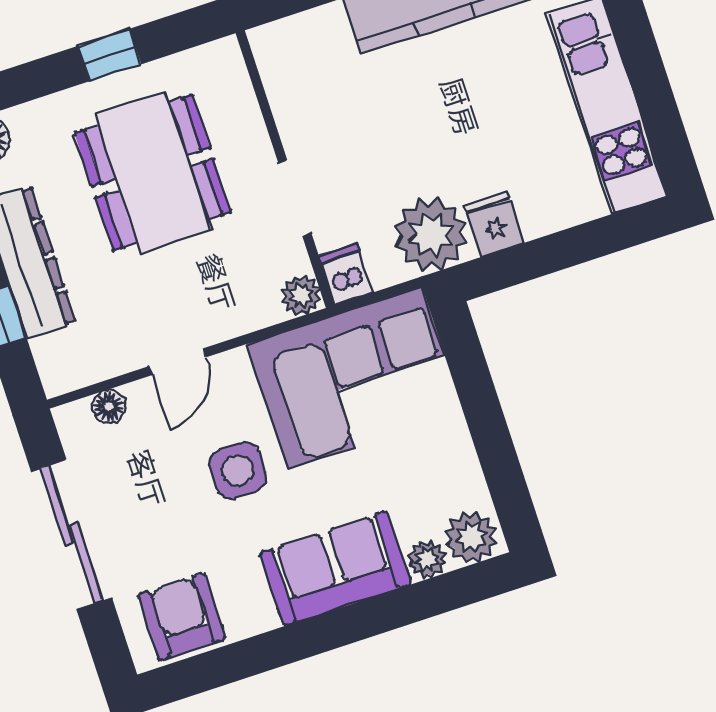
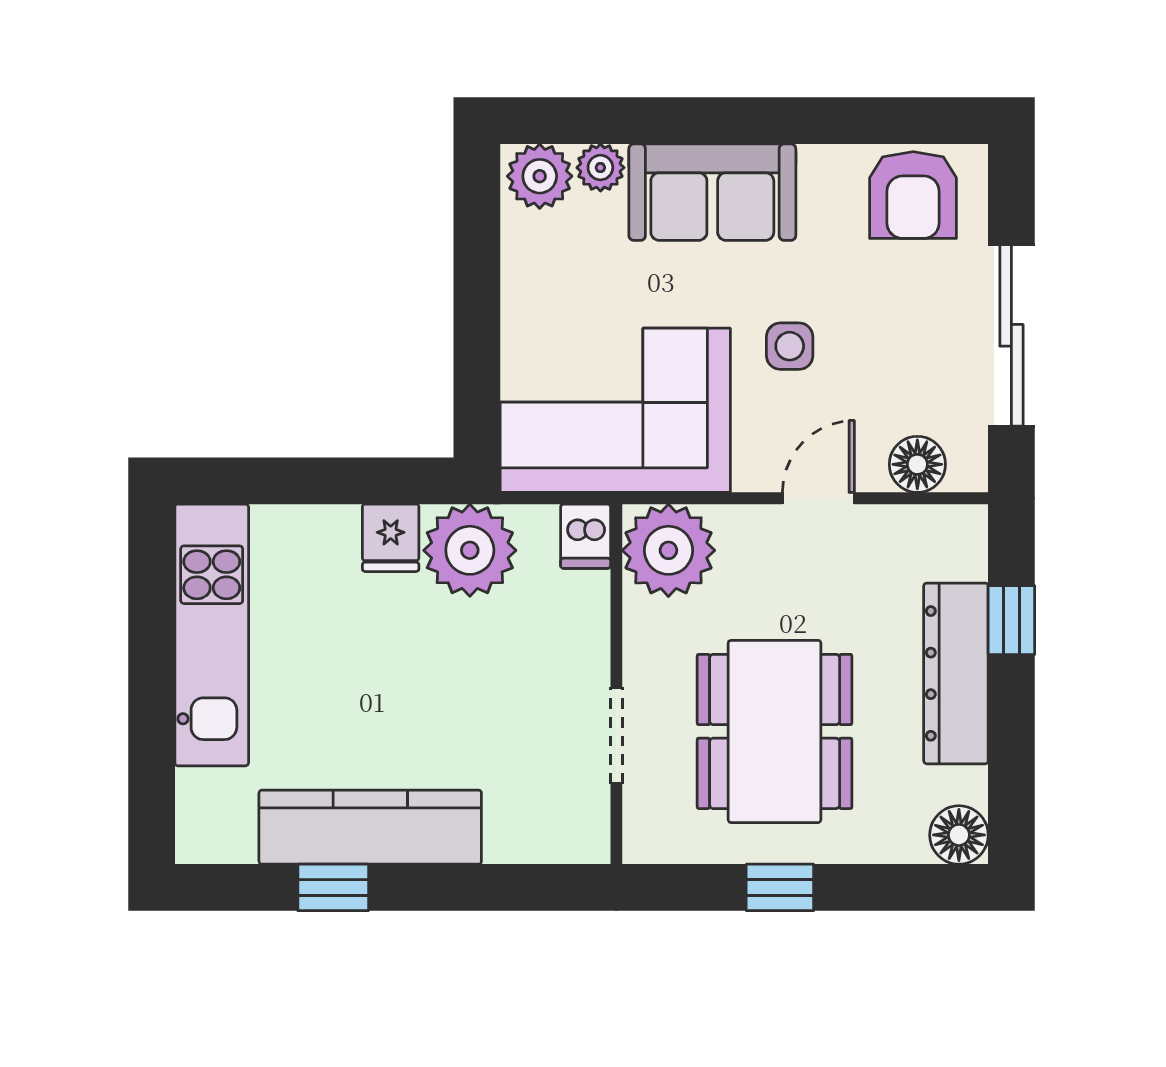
doorway: (295, 198) -> (616, 736), moved
plant: (301, 295) -> (668, 550), width x1.88, depth x1.88
floor lamp: (109, 406) -> (917, 464), width x1.37, depth x1.37
side table: (238, 470) -> (790, 346), width x0.73, depth x0.73

